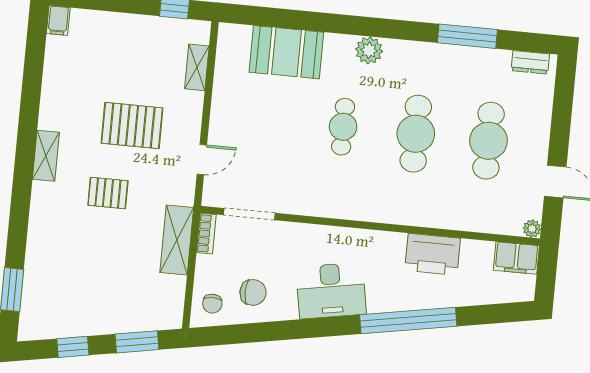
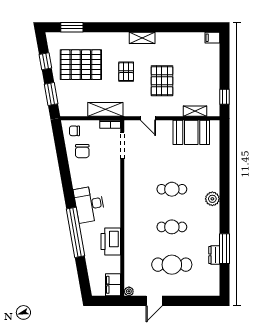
booth: (286, 52) -> (191, 132), moved, turned 90
dresser: (530, 62) -> (214, 255), moved
cafe table: (416, 134) -> (172, 227), width x0.73, depth x0.74
pallet: (86, 279) -> (81, 65), added
desk: (331, 291) -> (89, 204), moved

